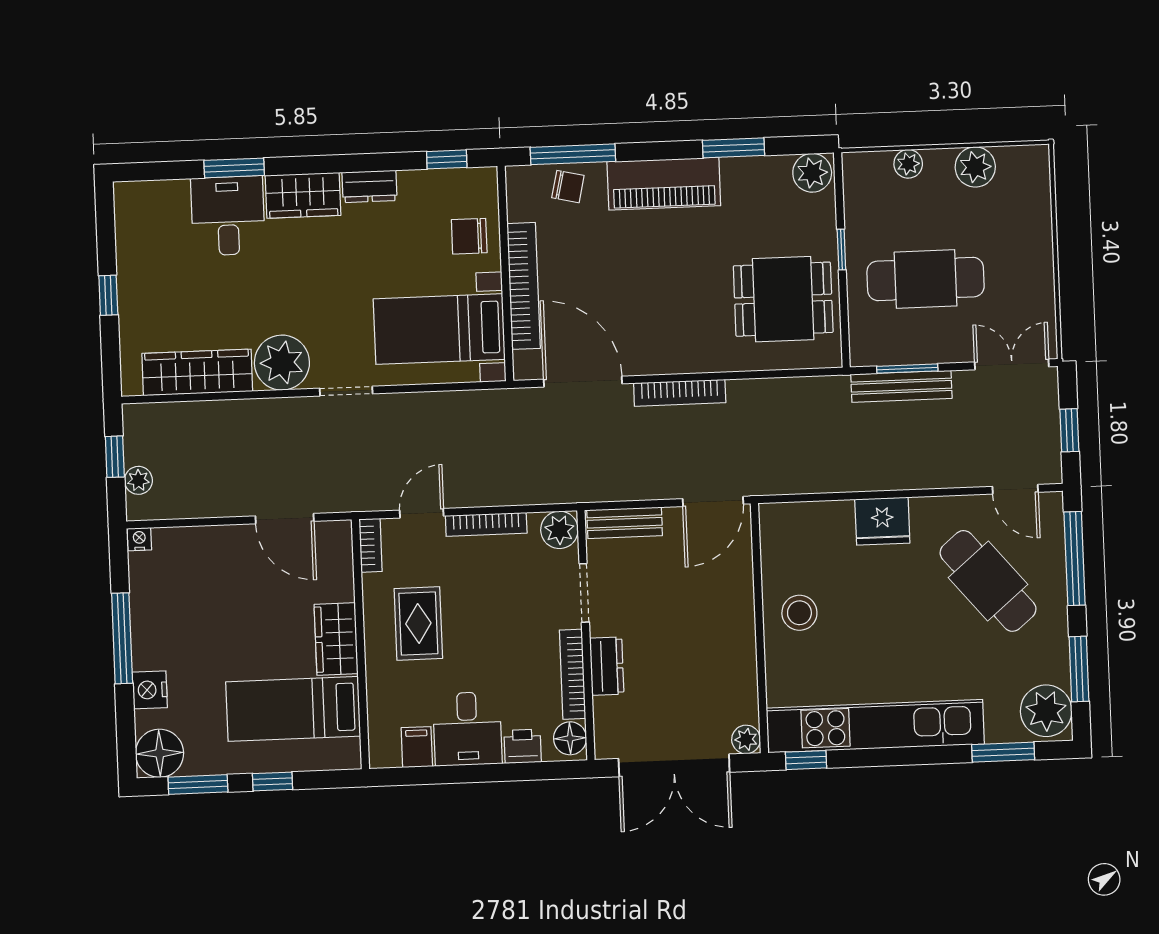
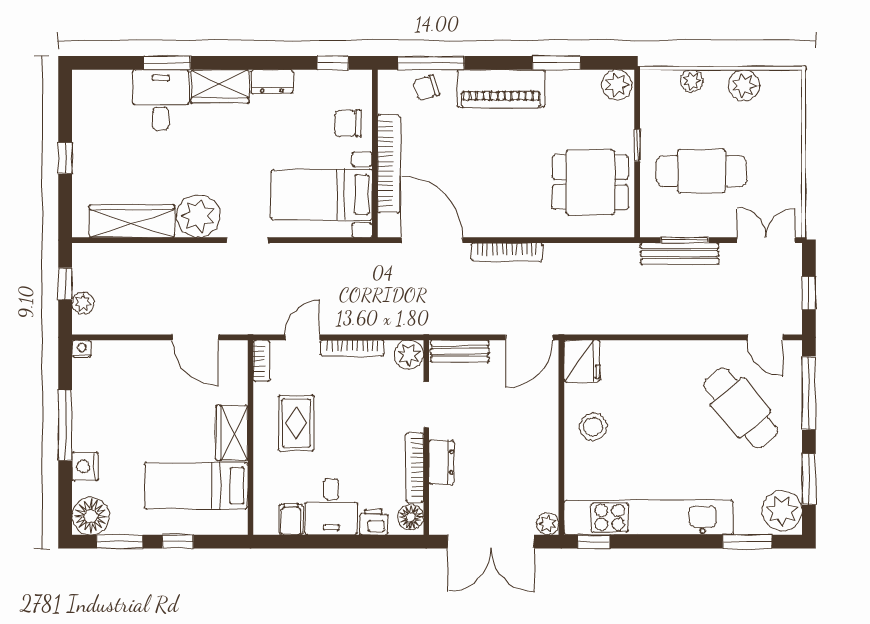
chair: (568, 187) -> (426, 88), turned 149
fridge: (882, 521) -> (582, 361), moved, turned -90

